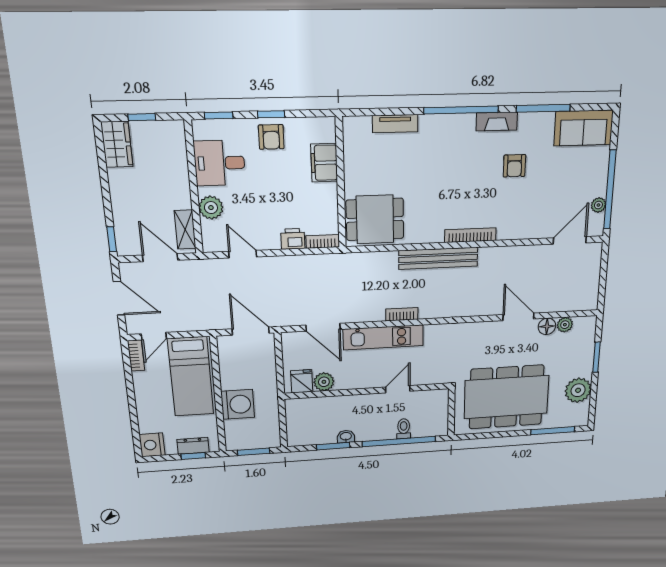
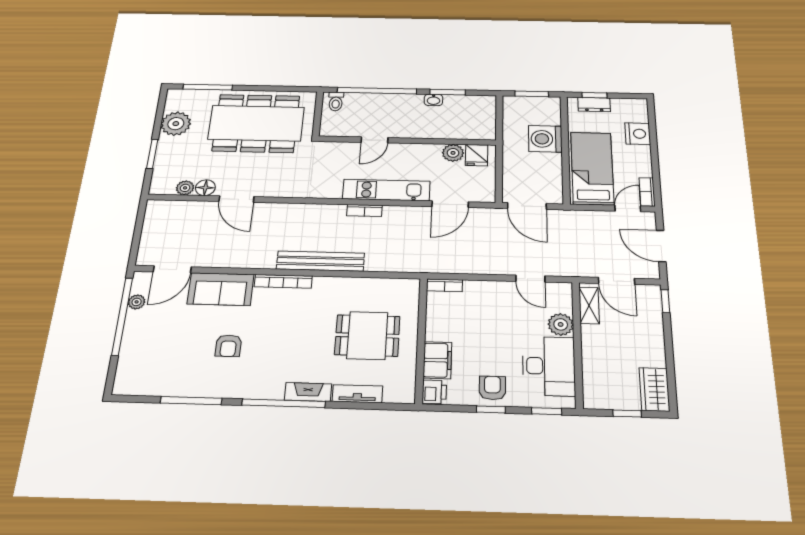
fireplace: (497, 122) -> (308, 392), moved
sofa: (584, 128) -> (221, 289), moved, turned 180
desk: (220, 163) -> (549, 366), width x1.37
armchair: (514, 166) -> (228, 346), turned 180
dining table: (375, 219) -> (367, 335), moved
printer: (293, 239) -> (434, 392), moved, turned -90
door: (323, 327) -> (450, 204), swing flipped
toilet: (404, 429) -> (336, 101), moved
nightstand: (152, 445) -> (638, 134), moved

